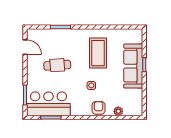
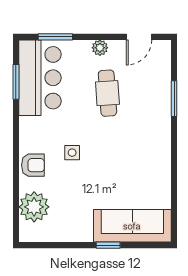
coffee table: (98, 53) -> (129, 164), removed
sofa: (133, 66) -> (132, 226), moved
plant: (31, 70) -> (100, 48), added
plant: (118, 111) -> (34, 207), width x1.87, depth x1.87

